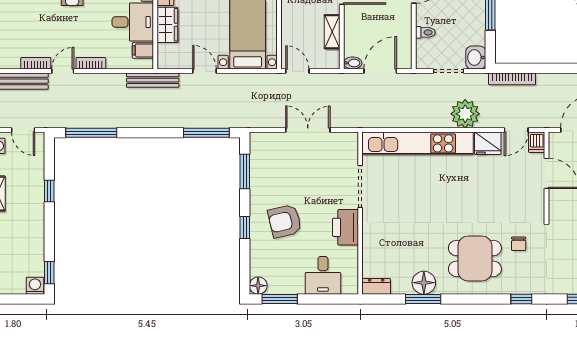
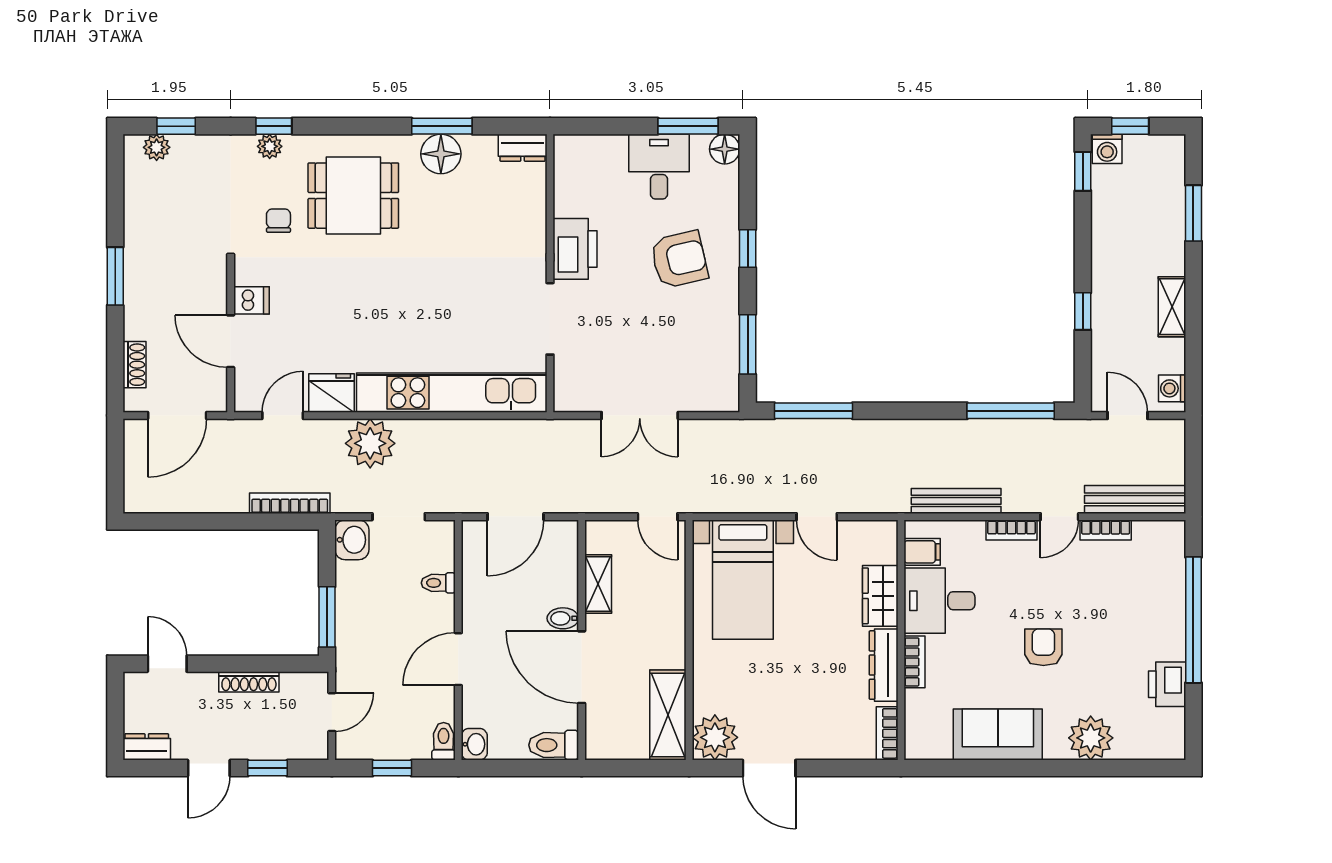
bidet: (353, 63) -> (563, 618), moved
bench: (153, 80) -> (956, 501), moved
dishwasher: (537, 142) -> (251, 300), moved, turned 90
desk: (323, 275) -> (659, 167), moved
plant: (524, 287) -> (270, 146), added
window: (22, 299) -> (1130, 126), added

